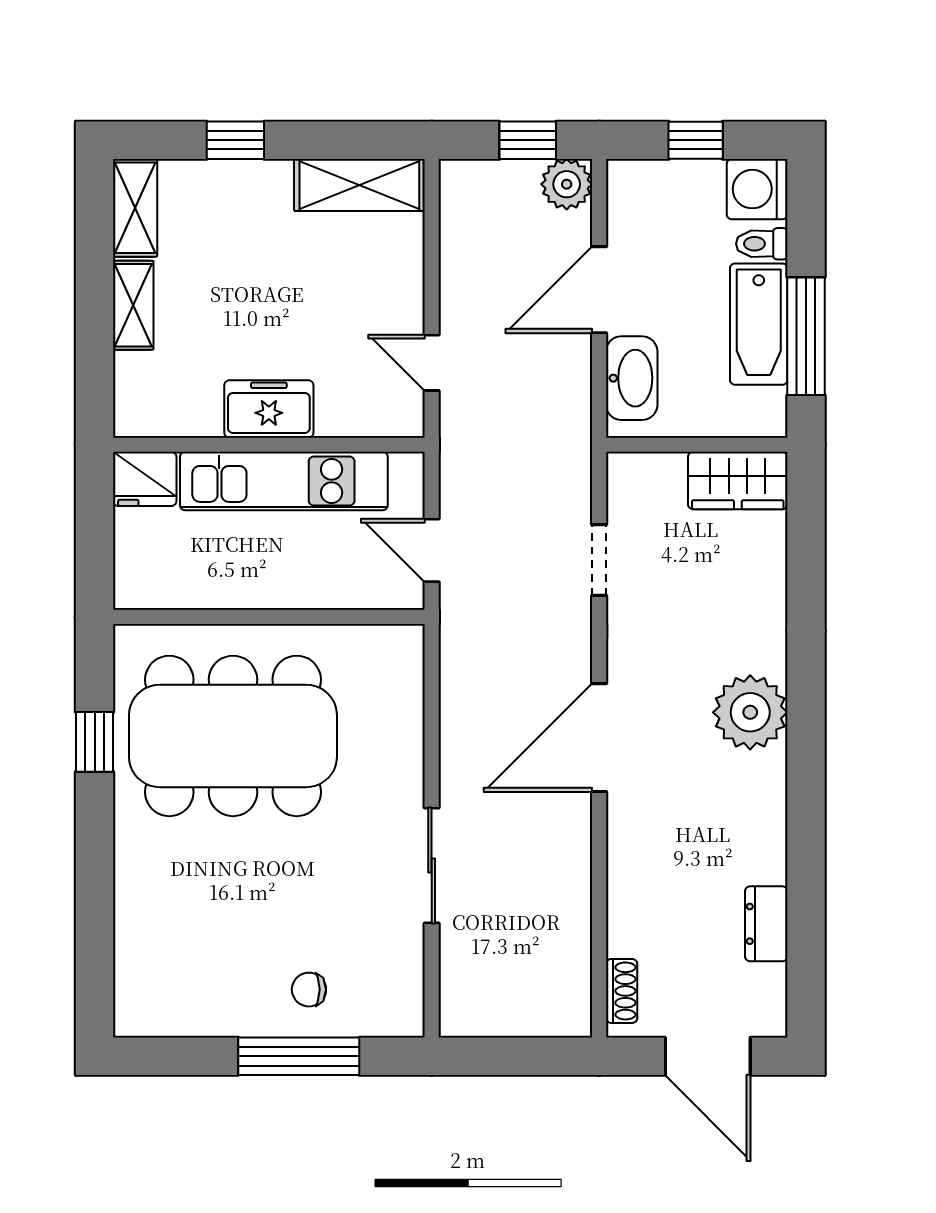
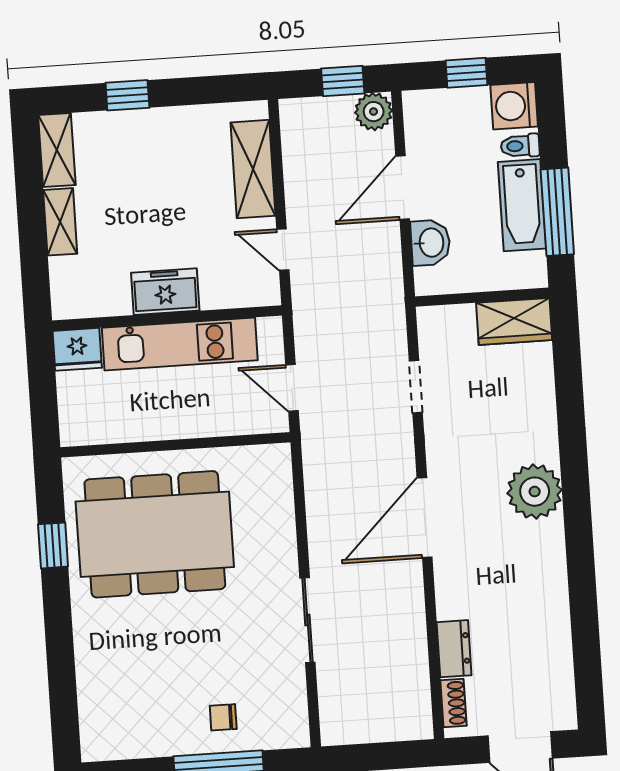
shelving: (359, 185) -> (253, 169), moved, turned 90
washbasin: (632, 378) -> (430, 243), width x0.72
dresser: (766, 924) -> (454, 649), moved, turned 180

